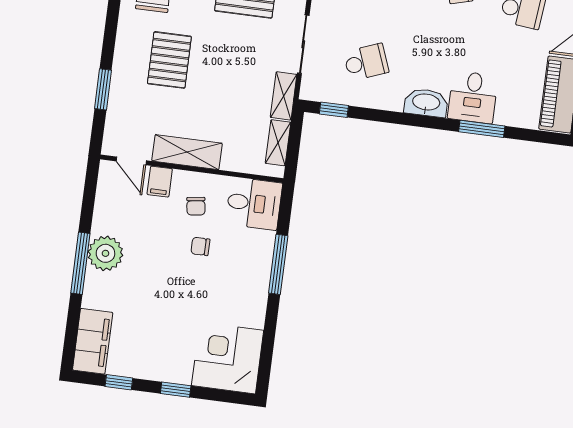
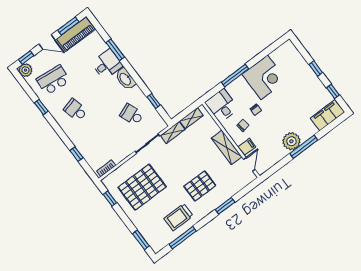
window: (103, 89) -> (225, 206), moved
window: (334, 110) -> (154, 101), moved
corner desk: (228, 358) -> (264, 77), moved, turned -90

